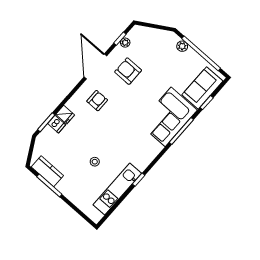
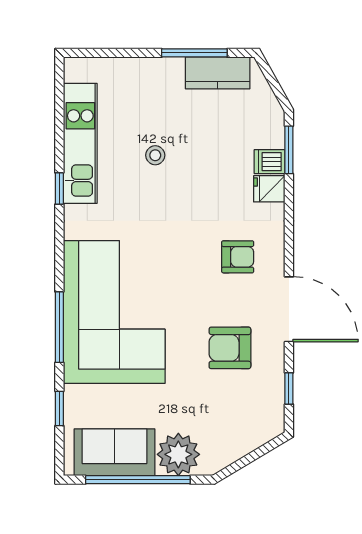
plant: (125, 43) -> (275, 389), removed
plant: (182, 46) -> (178, 454), width x1.87, depth x1.87
armchair: (128, 71) -> (230, 348), turned 180
sofa: (202, 88) -> (114, 452), moved, turned -90
armchair: (97, 101) -> (238, 257), turned -90
corner sofa: (168, 117) -> (114, 312), width x1.36, depth x1.36

